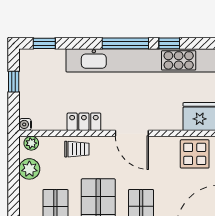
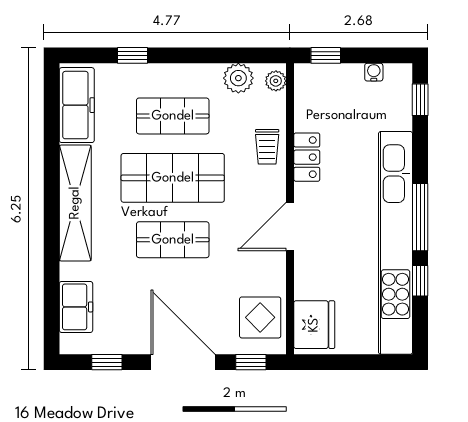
window: (14, 82) -> (326, 55), moved
water cooler: (25, 124) -> (374, 72), moved

